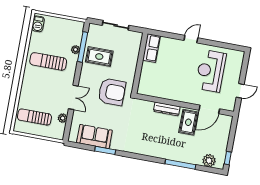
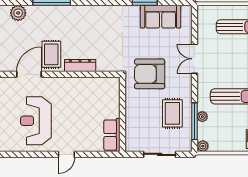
rug: (99, 57) -> (172, 113), turned 90
reception desk: (211, 71) -> (36, 121), turned 180
plant: (63, 118) -> (203, 146), moved

